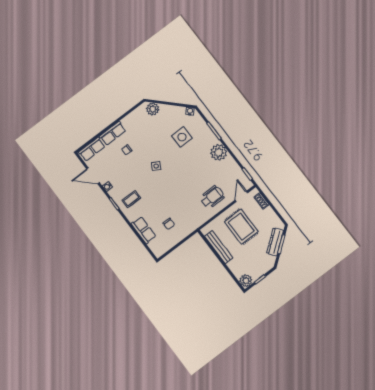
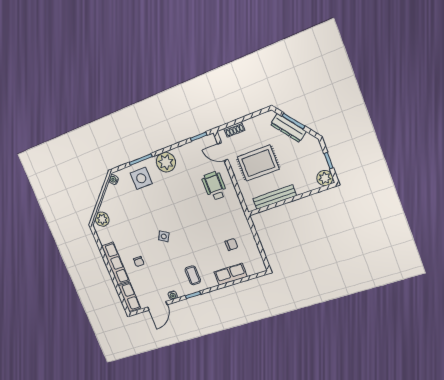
row of seats: (113, 133) -> (115, 263), width x1.48
side table: (182, 137) -> (141, 178), moved

